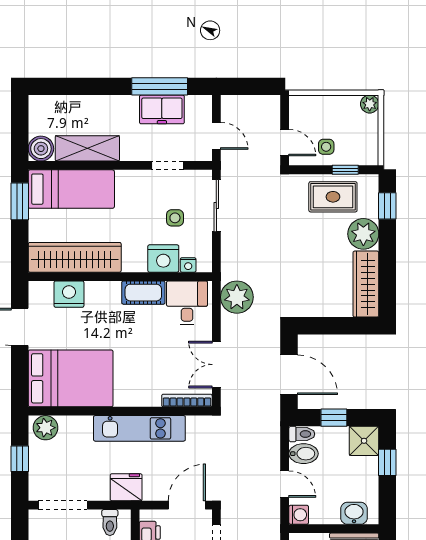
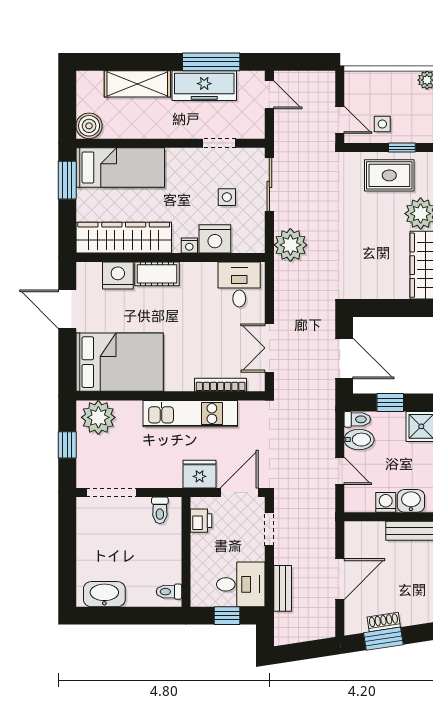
freezer: (162, 109) -> (204, 86), width x1.40
door: (216, 136) -> (269, 95), moved
shelving: (87, 148) -> (137, 84), moved
nightstand: (188, 265) -> (189, 246), moved
cot: (143, 293) -> (157, 274), moved
plant: (237, 297) -> (290, 245), moved
bookcase: (187, 400) -> (221, 385), moved
plant: (46, 428) -> (98, 417), width x1.36, depth x1.36
fridge: (126, 487) -> (200, 474), moved
washing machine: (299, 515) -> (386, 502), moved, turned -90

